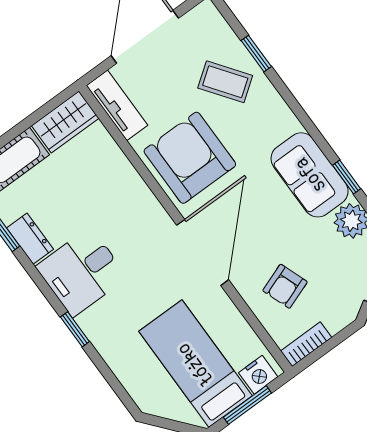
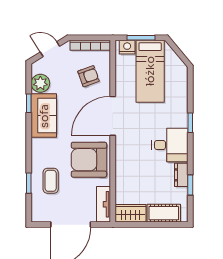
coffee table: (225, 82) -> (51, 181), turned 36
armchair: (190, 158) -> (89, 160), turned 90
bookcase: (306, 344) -> (90, 45), width x1.56

